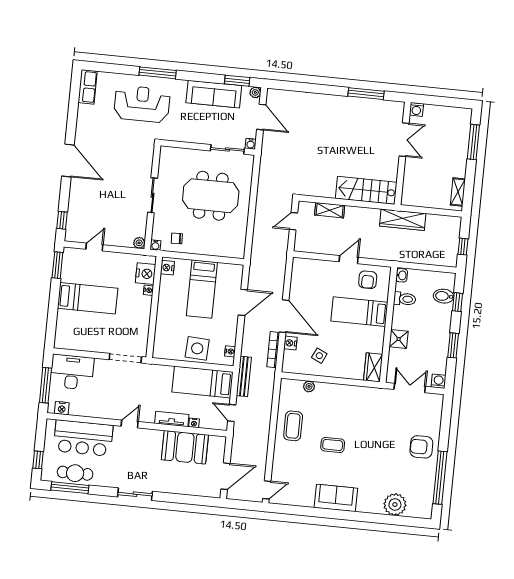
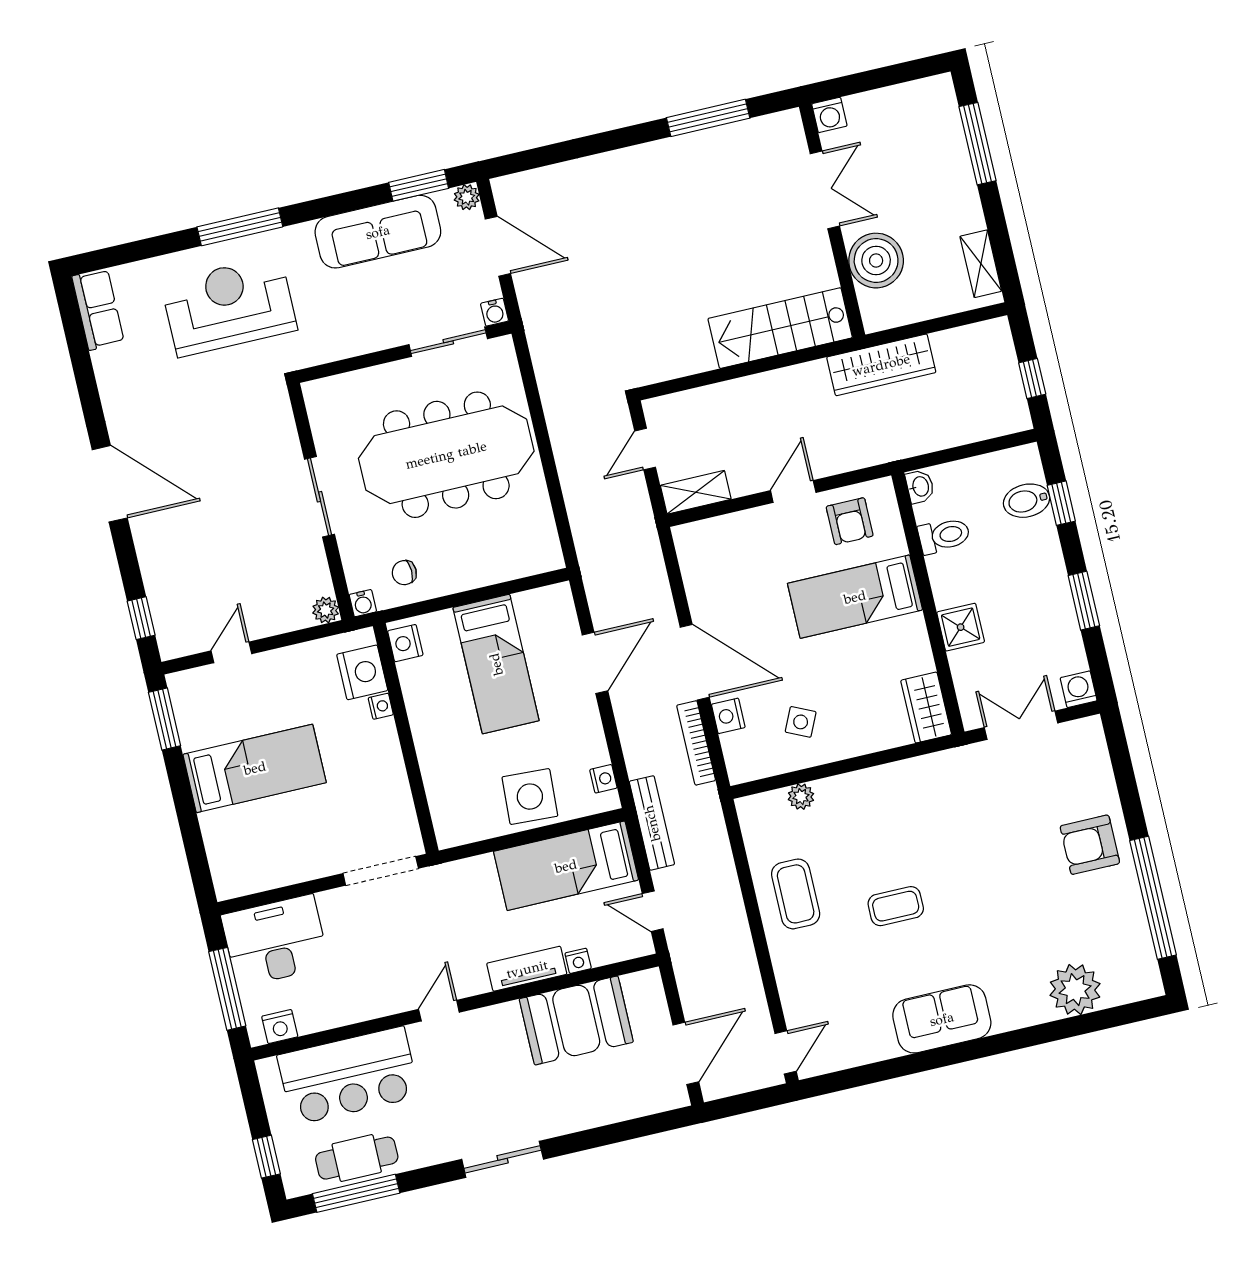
boiler: (415, 176) -> (876, 261), added
meeting table: (211, 196) -> (446, 455), width x1.36
shelving: (330, 210) -> (696, 492), moved

